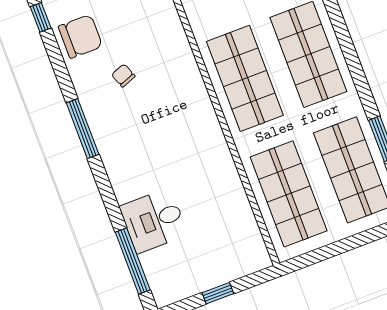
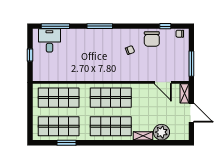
window: (83, 129) -> (100, 26), moved
desk: (154, 221) -> (49, 40), moved

